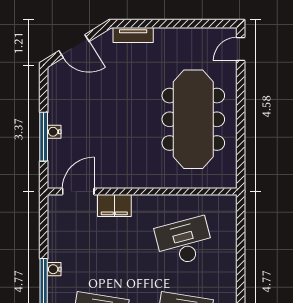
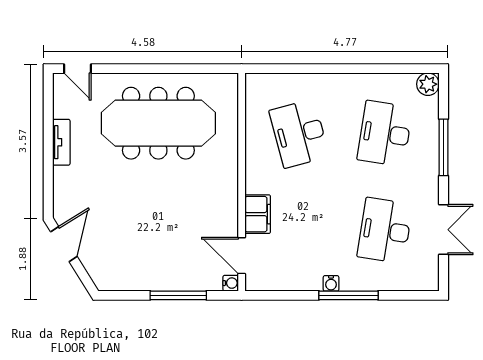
tv unit: (133, 35) -> (61, 142), moved
door: (74, 46) -> (64, 244), moved
water cooler: (54, 132) -> (231, 283), moved, turned -90

